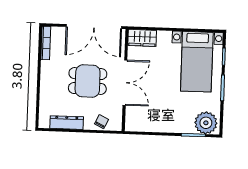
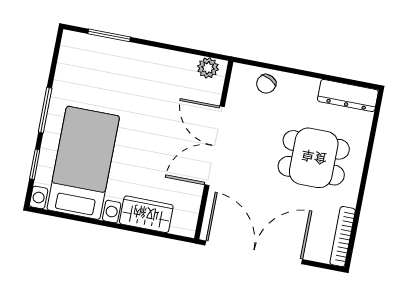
wardrobe: (142, 38) -> (146, 214), moved
dining table: (88, 81) -> (314, 158), moved
dresser: (67, 123) -> (348, 96), moved
plant: (206, 123) -> (208, 68), moved, width x0.53, depth x0.53

